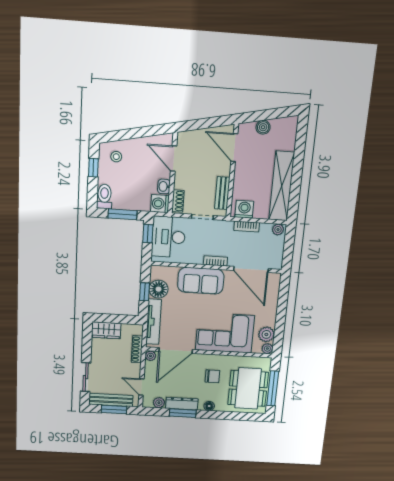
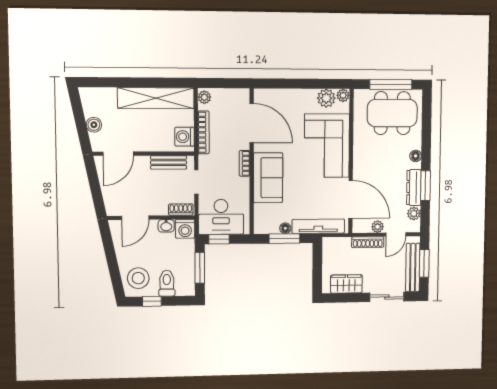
stool: (116, 157) -> (138, 278), width x1.89, depth x1.89
toilet: (104, 197) -> (167, 283), moved, turned 90
bookcase: (247, 227) -> (203, 132), width x1.56
door: (251, 269) -> (252, 123), hinge flipped
floor lamp: (158, 289) -> (285, 228), width x0.53, depth x0.53
window: (145, 292) -> (284, 239), width x1.50
wardrobe: (106, 330) -> (346, 284), moved, turned -90
shoe rack: (137, 349) -> (368, 242), moved
plant: (150, 356) -> (378, 227), moved
chair: (212, 376) -> (379, 155), removed

